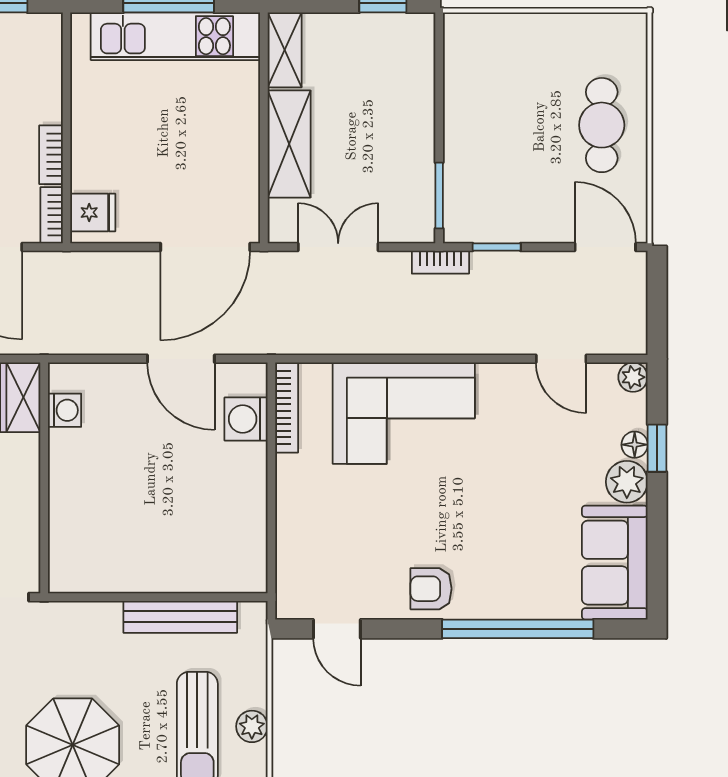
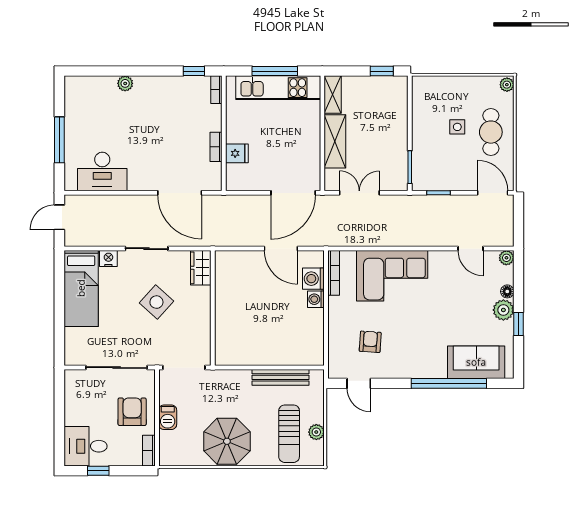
plant: (634, 30) -> (507, 85), added
side table: (534, 115) -> (457, 127), added
fridge: (93, 212) -> (237, 153), moved
bookcase: (52, 215) -> (216, 90), moved
bookcase: (440, 262) -> (410, 200), removed
washing machine: (65, 410) -> (316, 299), moved, turned 180
window: (657, 448) -> (518, 324), moved
sofa: (615, 563) -> (476, 362), moved, turned 90
armchair: (431, 589) -> (370, 342), moved, turned 94

